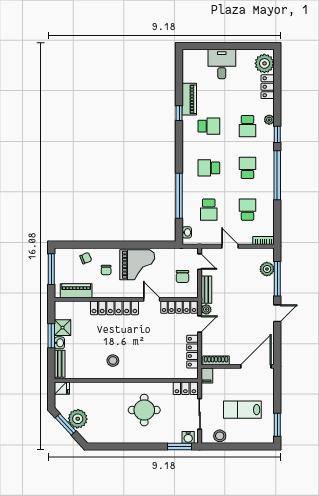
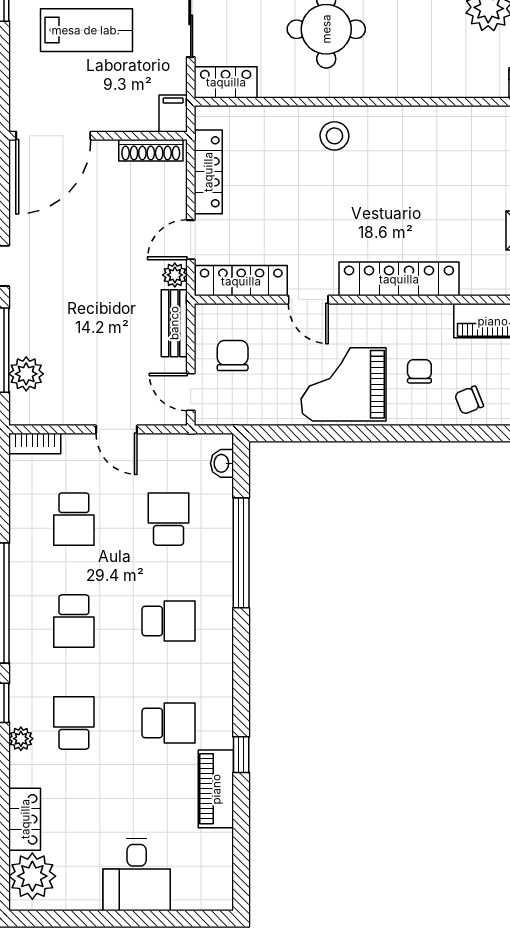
school desk: (209, 126) -> (169, 723), turned 180
stool: (113, 361) -> (334, 136), moved

